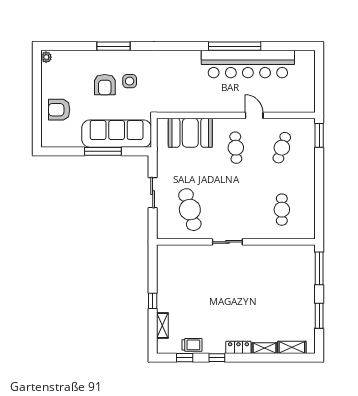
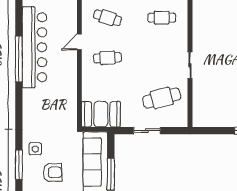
side table: (130, 81) -> (35, 149), moved
booth: (190, 133) -> (101, 114), moved, turned 90

